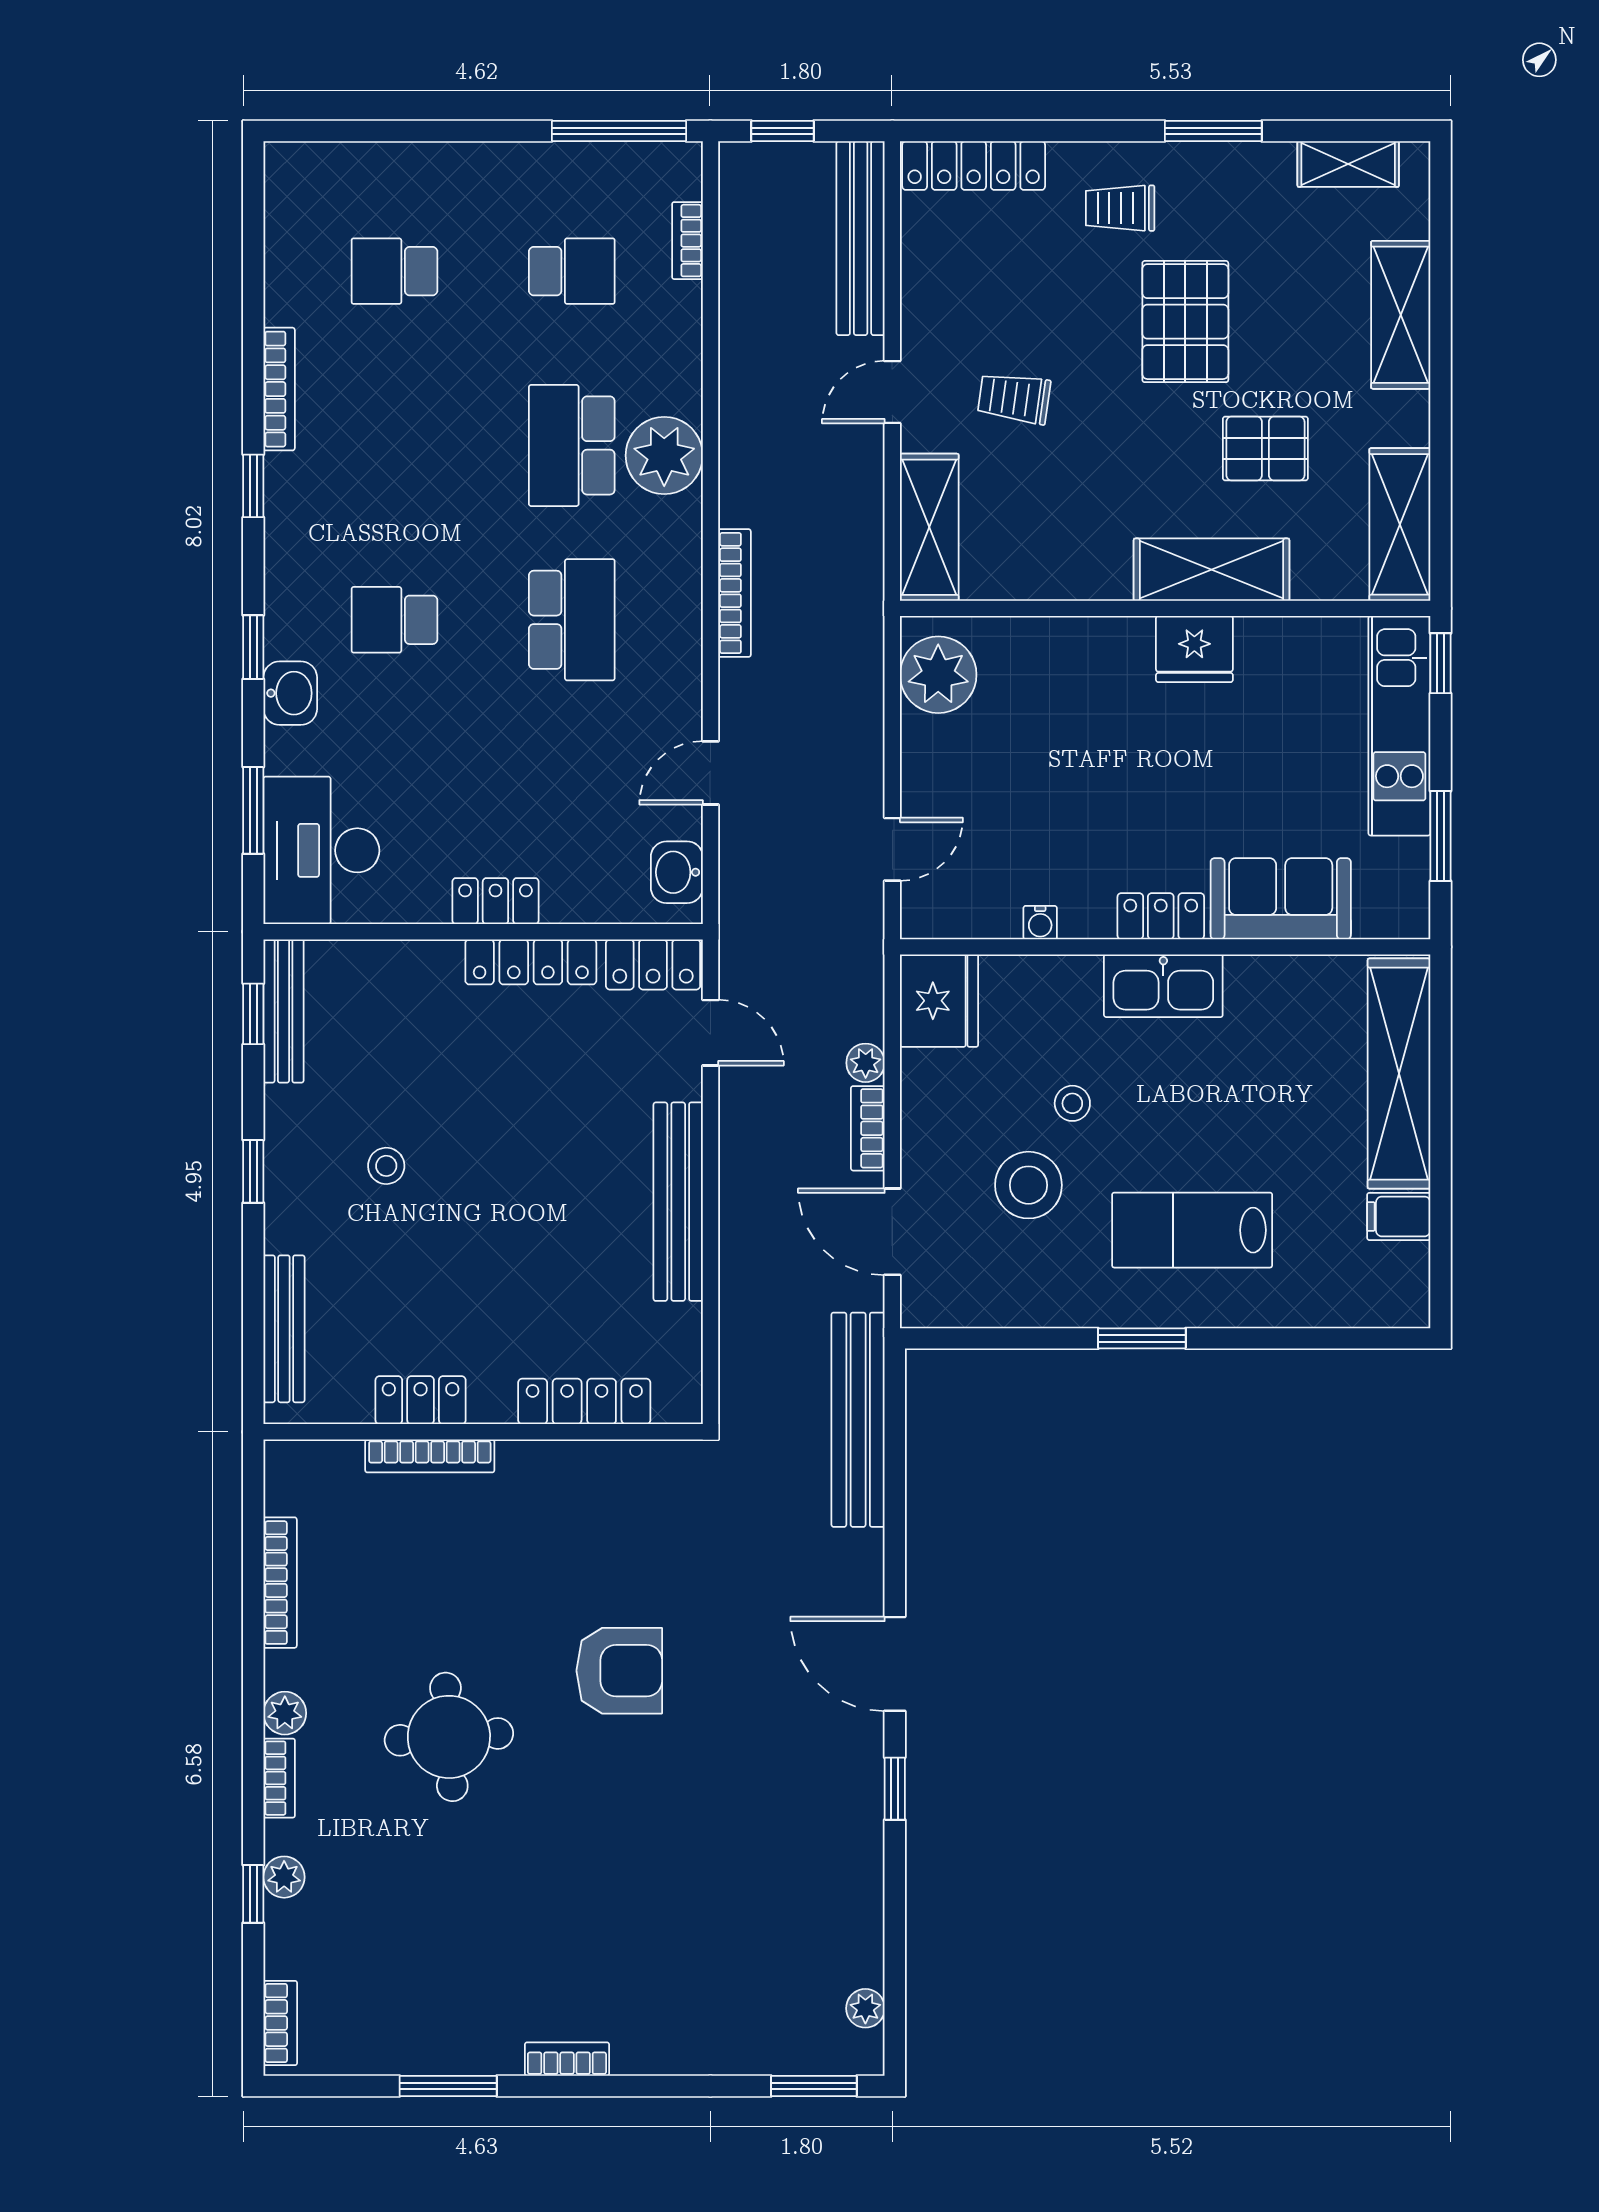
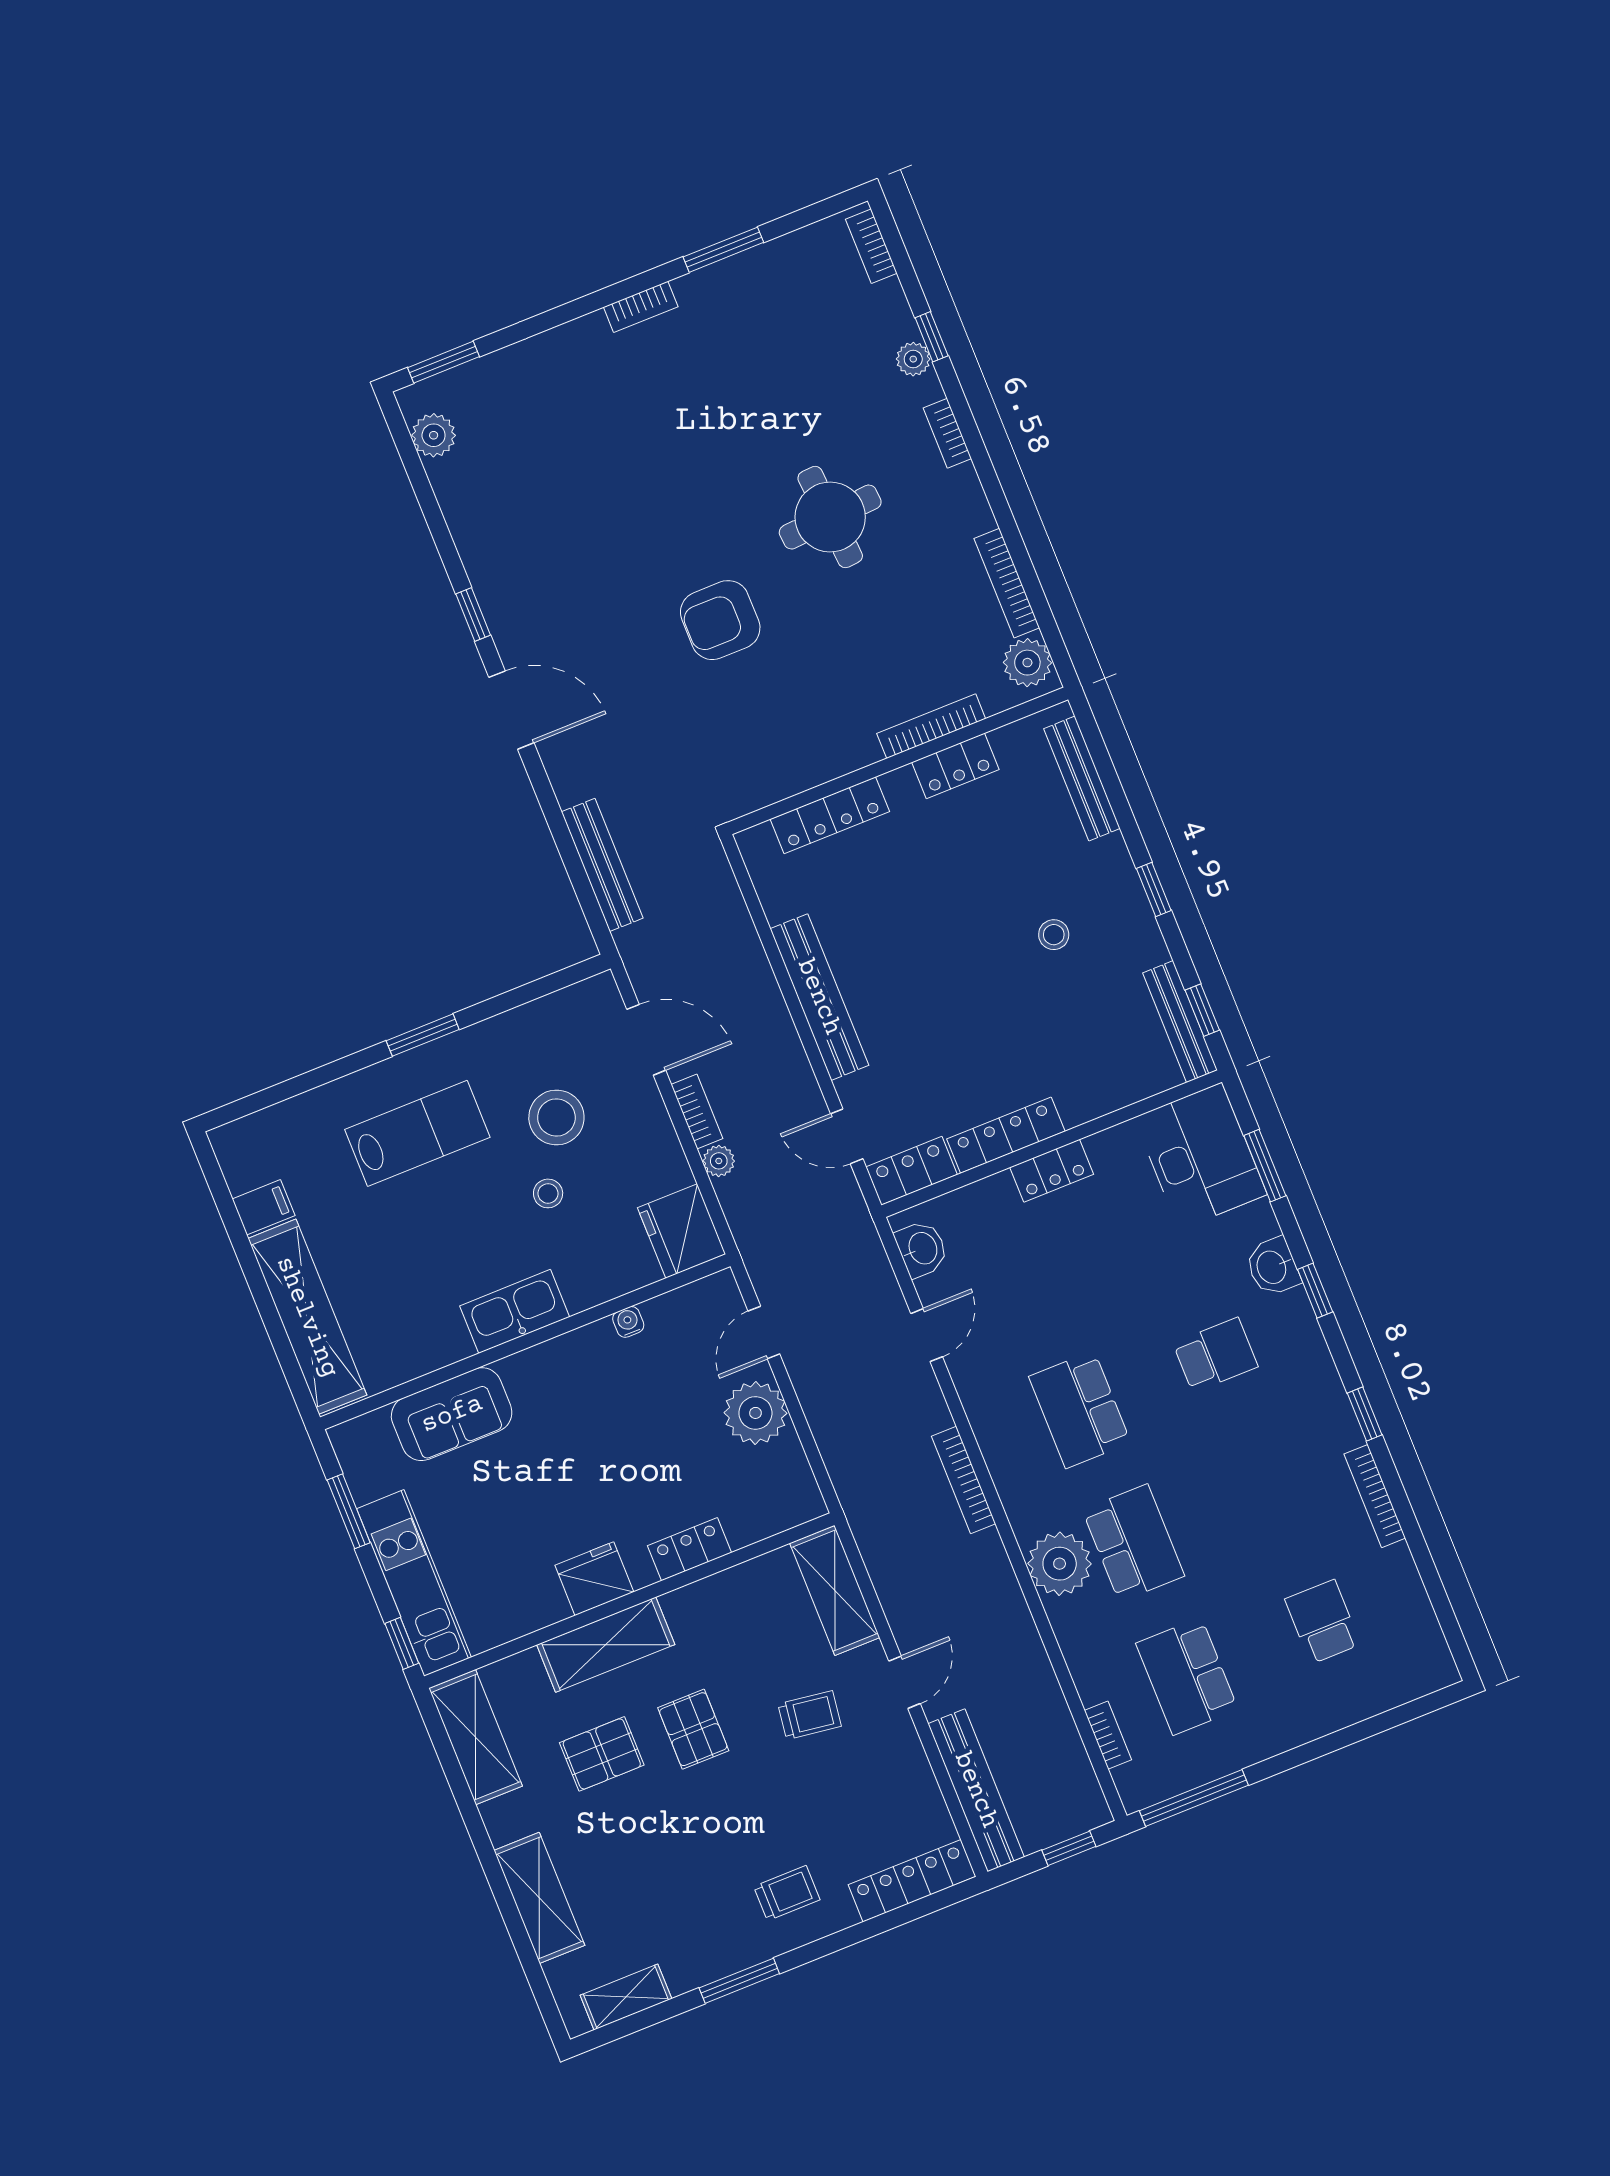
school desk: (394, 271) -> (1323, 1622), turned -90
school desk: (572, 271) -> (1187, 1676), width x1.85
pallet: (1185, 322) -> (693, 1729), moved, width x0.67, depth x0.71
plant: (938, 675) -> (755, 1413), moved
locker: (1161, 916) -> (690, 1549), moved, turned 180
bench: (858, 1420) -> (602, 865), width x0.73, depth x0.82
plant: (285, 1713) -> (1027, 663), moved, width x1.38, depth x1.38
plant: (865, 2008) -> (434, 435), width x1.38, depth x1.38

